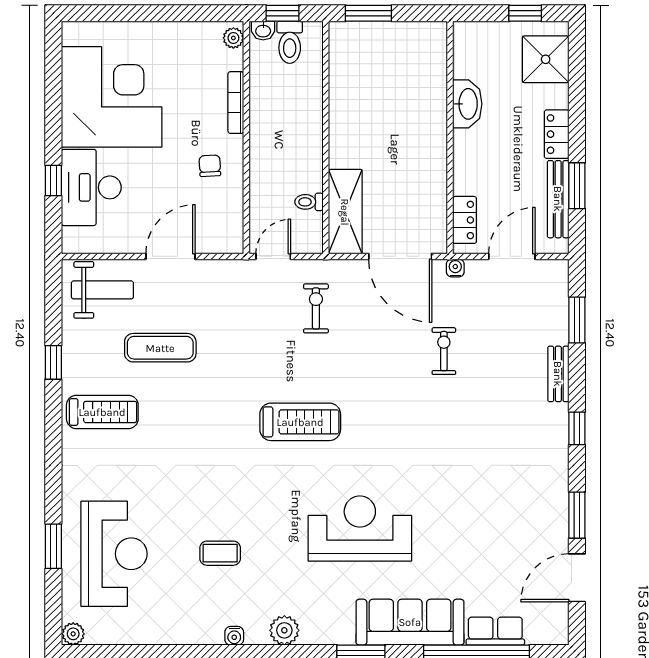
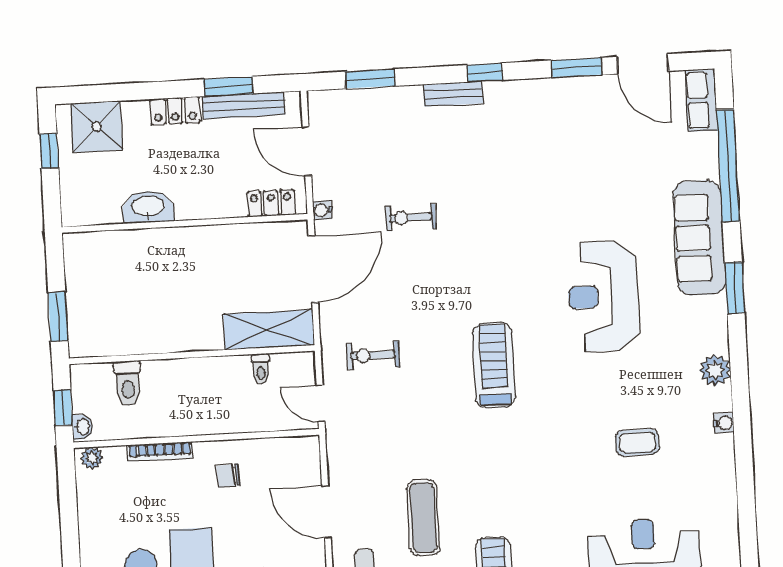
toilet: (290, 42) -> (128, 383), moved, turned 90
bench: (558, 374) -> (453, 94), moved
coffee table: (220, 553) -> (637, 442), turned 90
row of seats: (495, 631) -> (701, 100), moved

